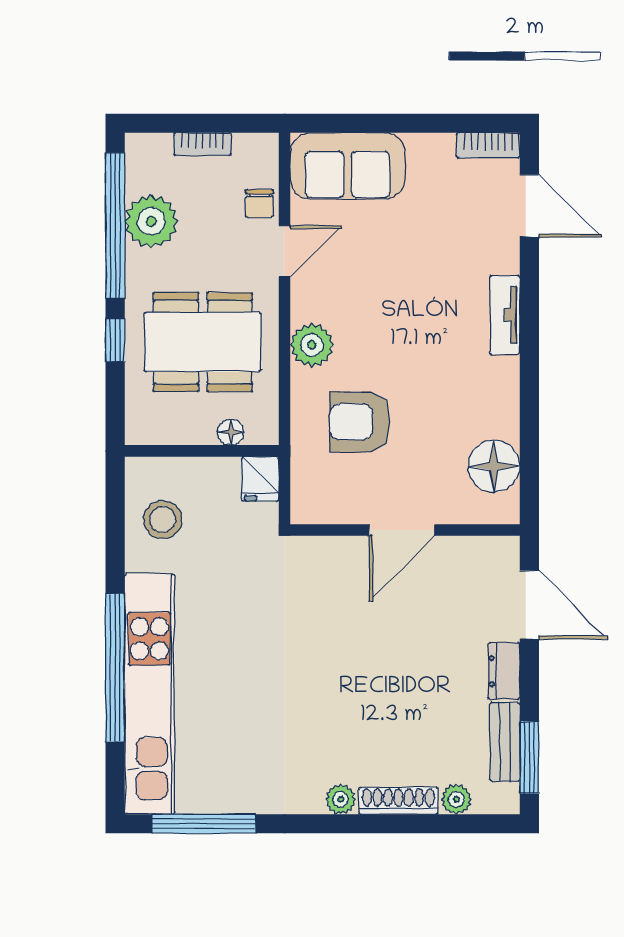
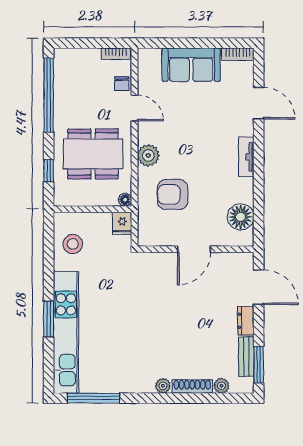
bookcase: (203, 144) -> (116, 54), moved
sofa: (348, 166) -> (191, 65), moved
door: (529, 206) -> (259, 103), moved
plant: (151, 221) -> (67, 93), removed
door: (285, 251) -> (135, 108), hinge flipped
tv unit: (505, 315) -> (246, 157), moved
window: (115, 340) -> (49, 171), moved
floor lamp: (231, 432) -> (125, 200), moved
window: (115, 668) -> (49, 319), width x0.47

